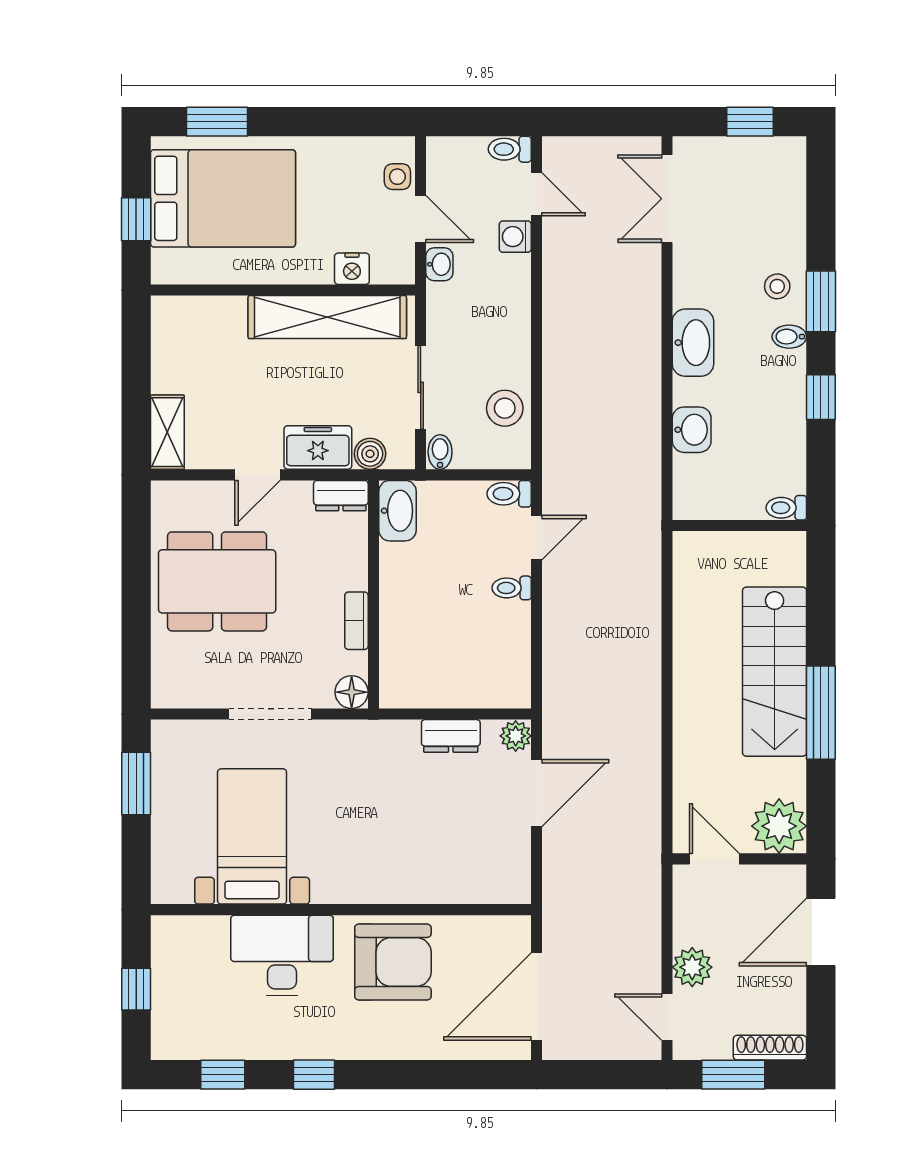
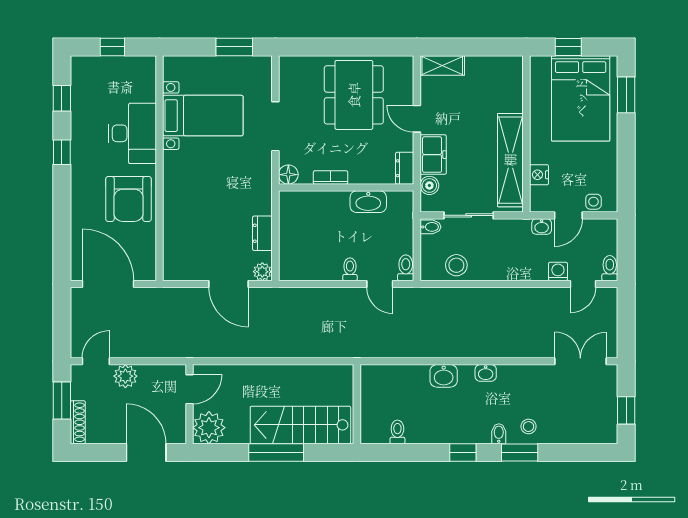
washbasin: (693, 343) -> (486, 373), width x0.52, depth x0.69
washbasin: (397, 511) -> (368, 202), moved
wall: (739, 526) -> (357, 404), moved

